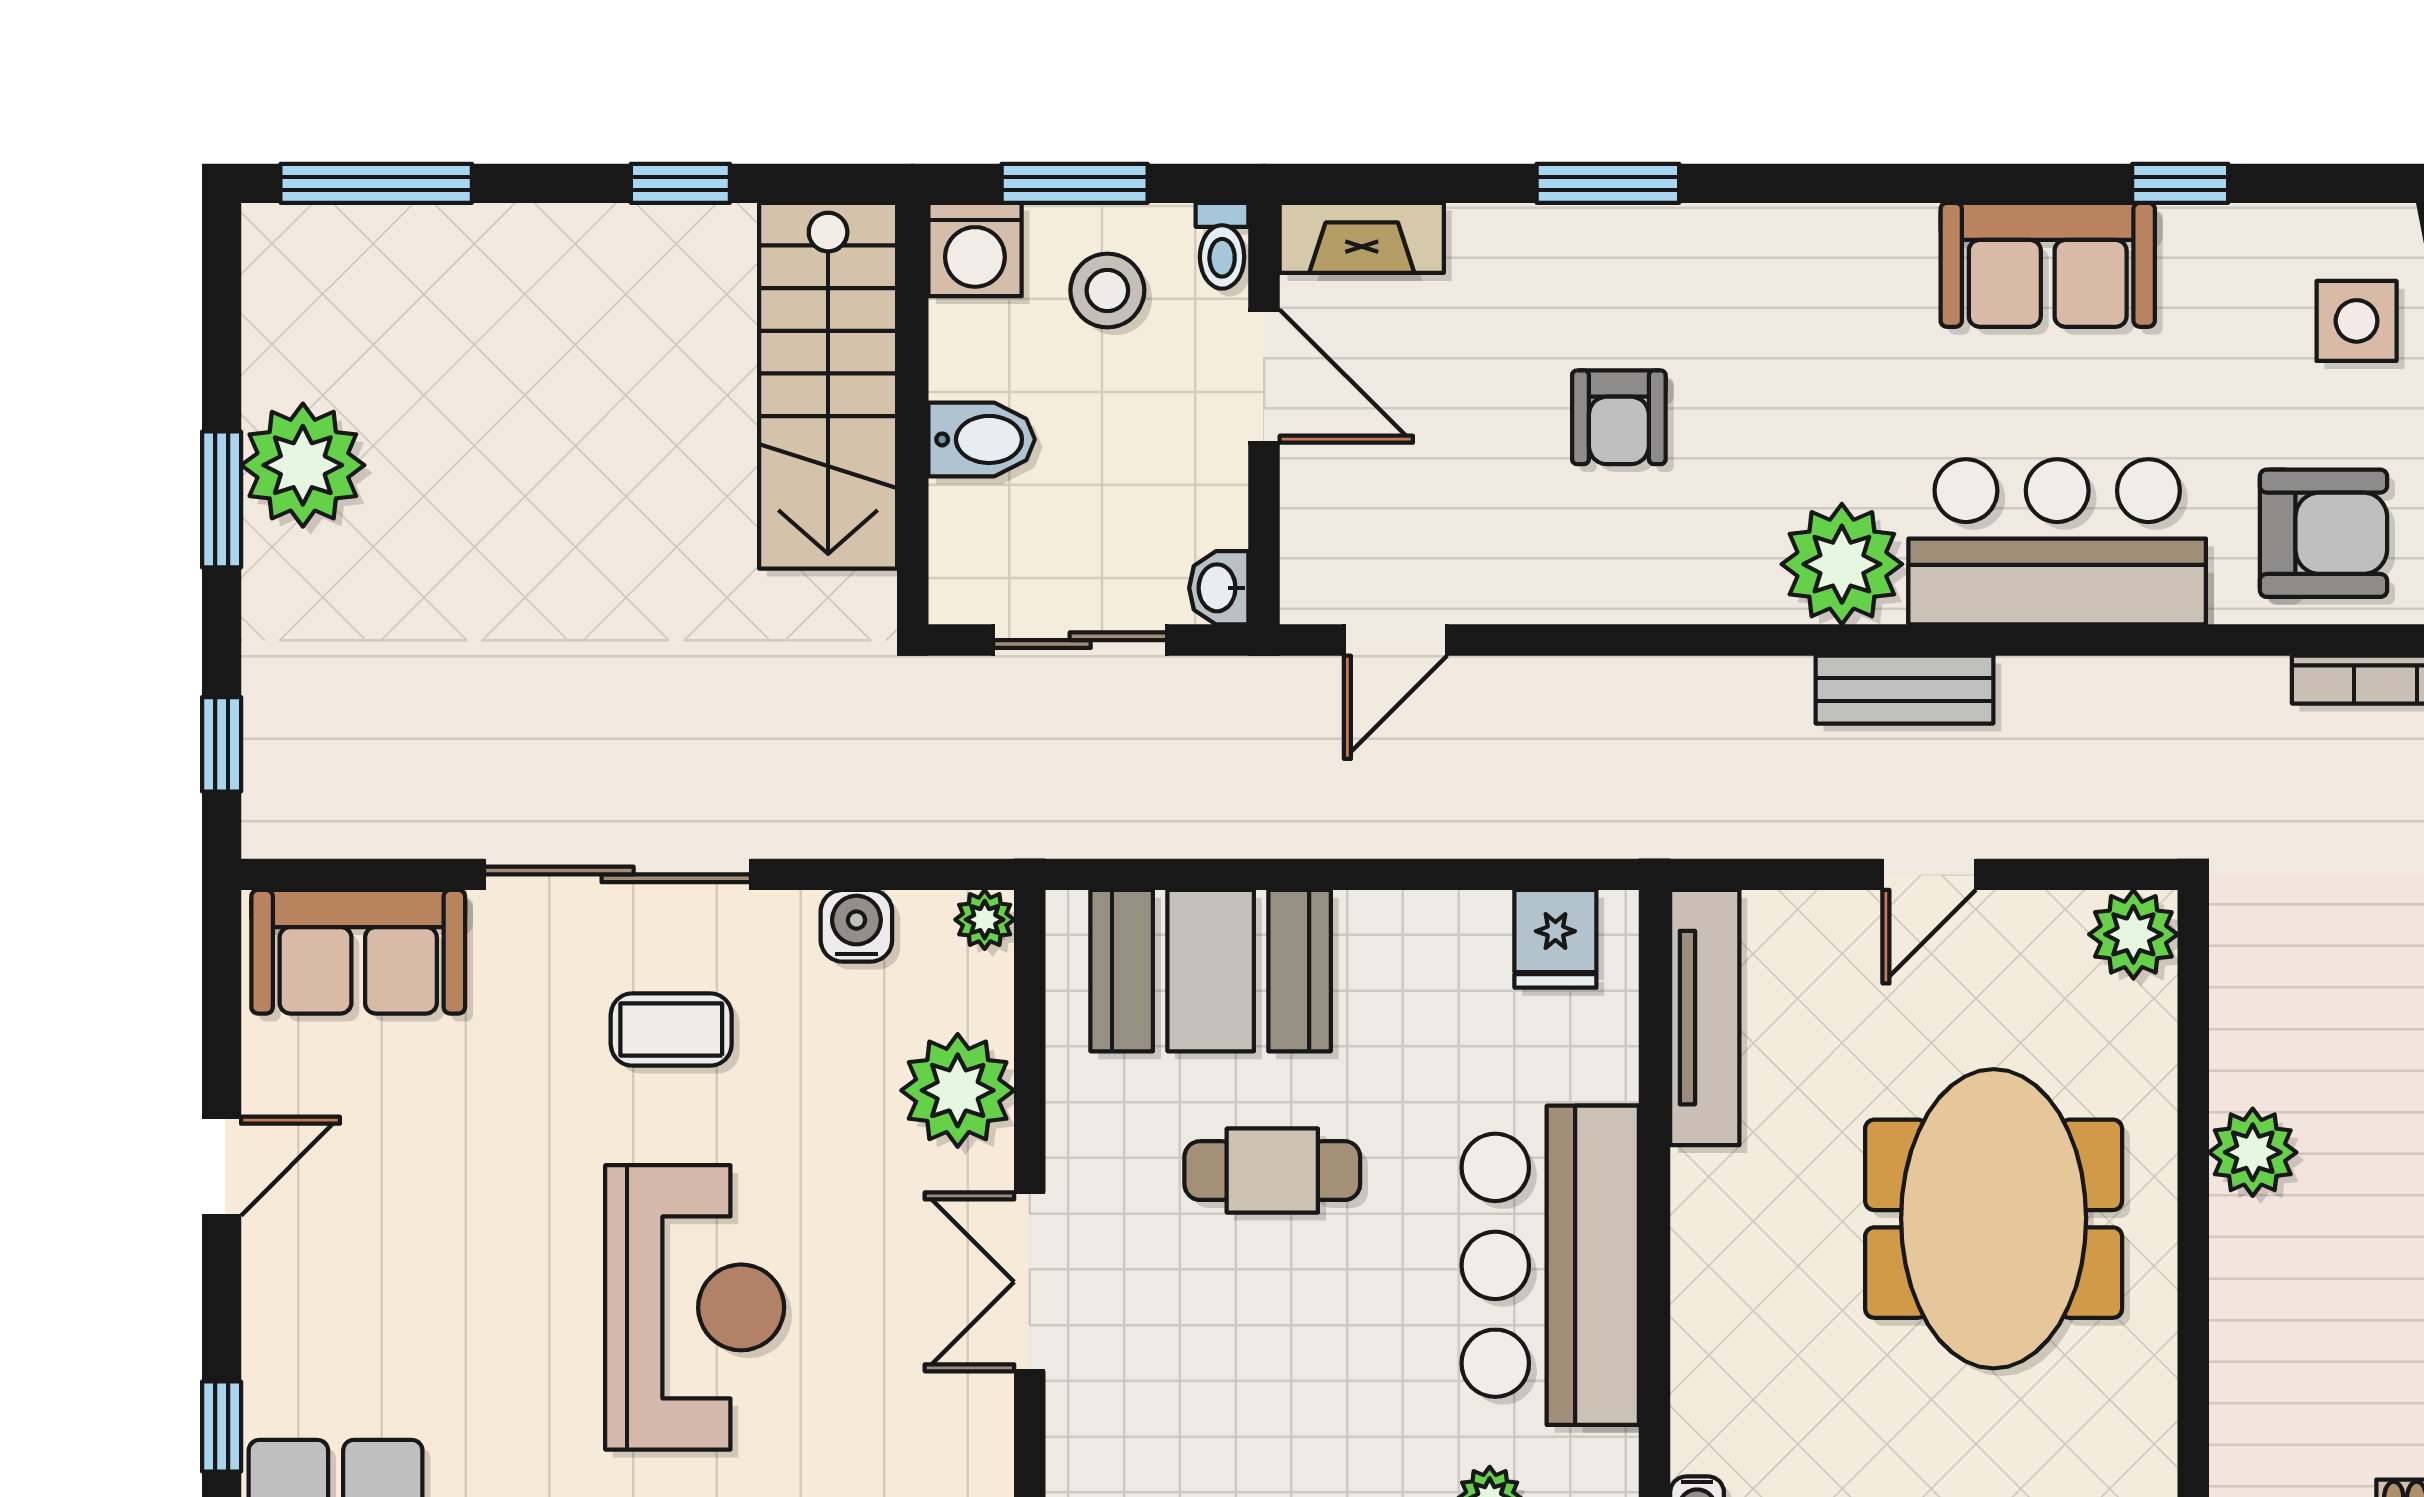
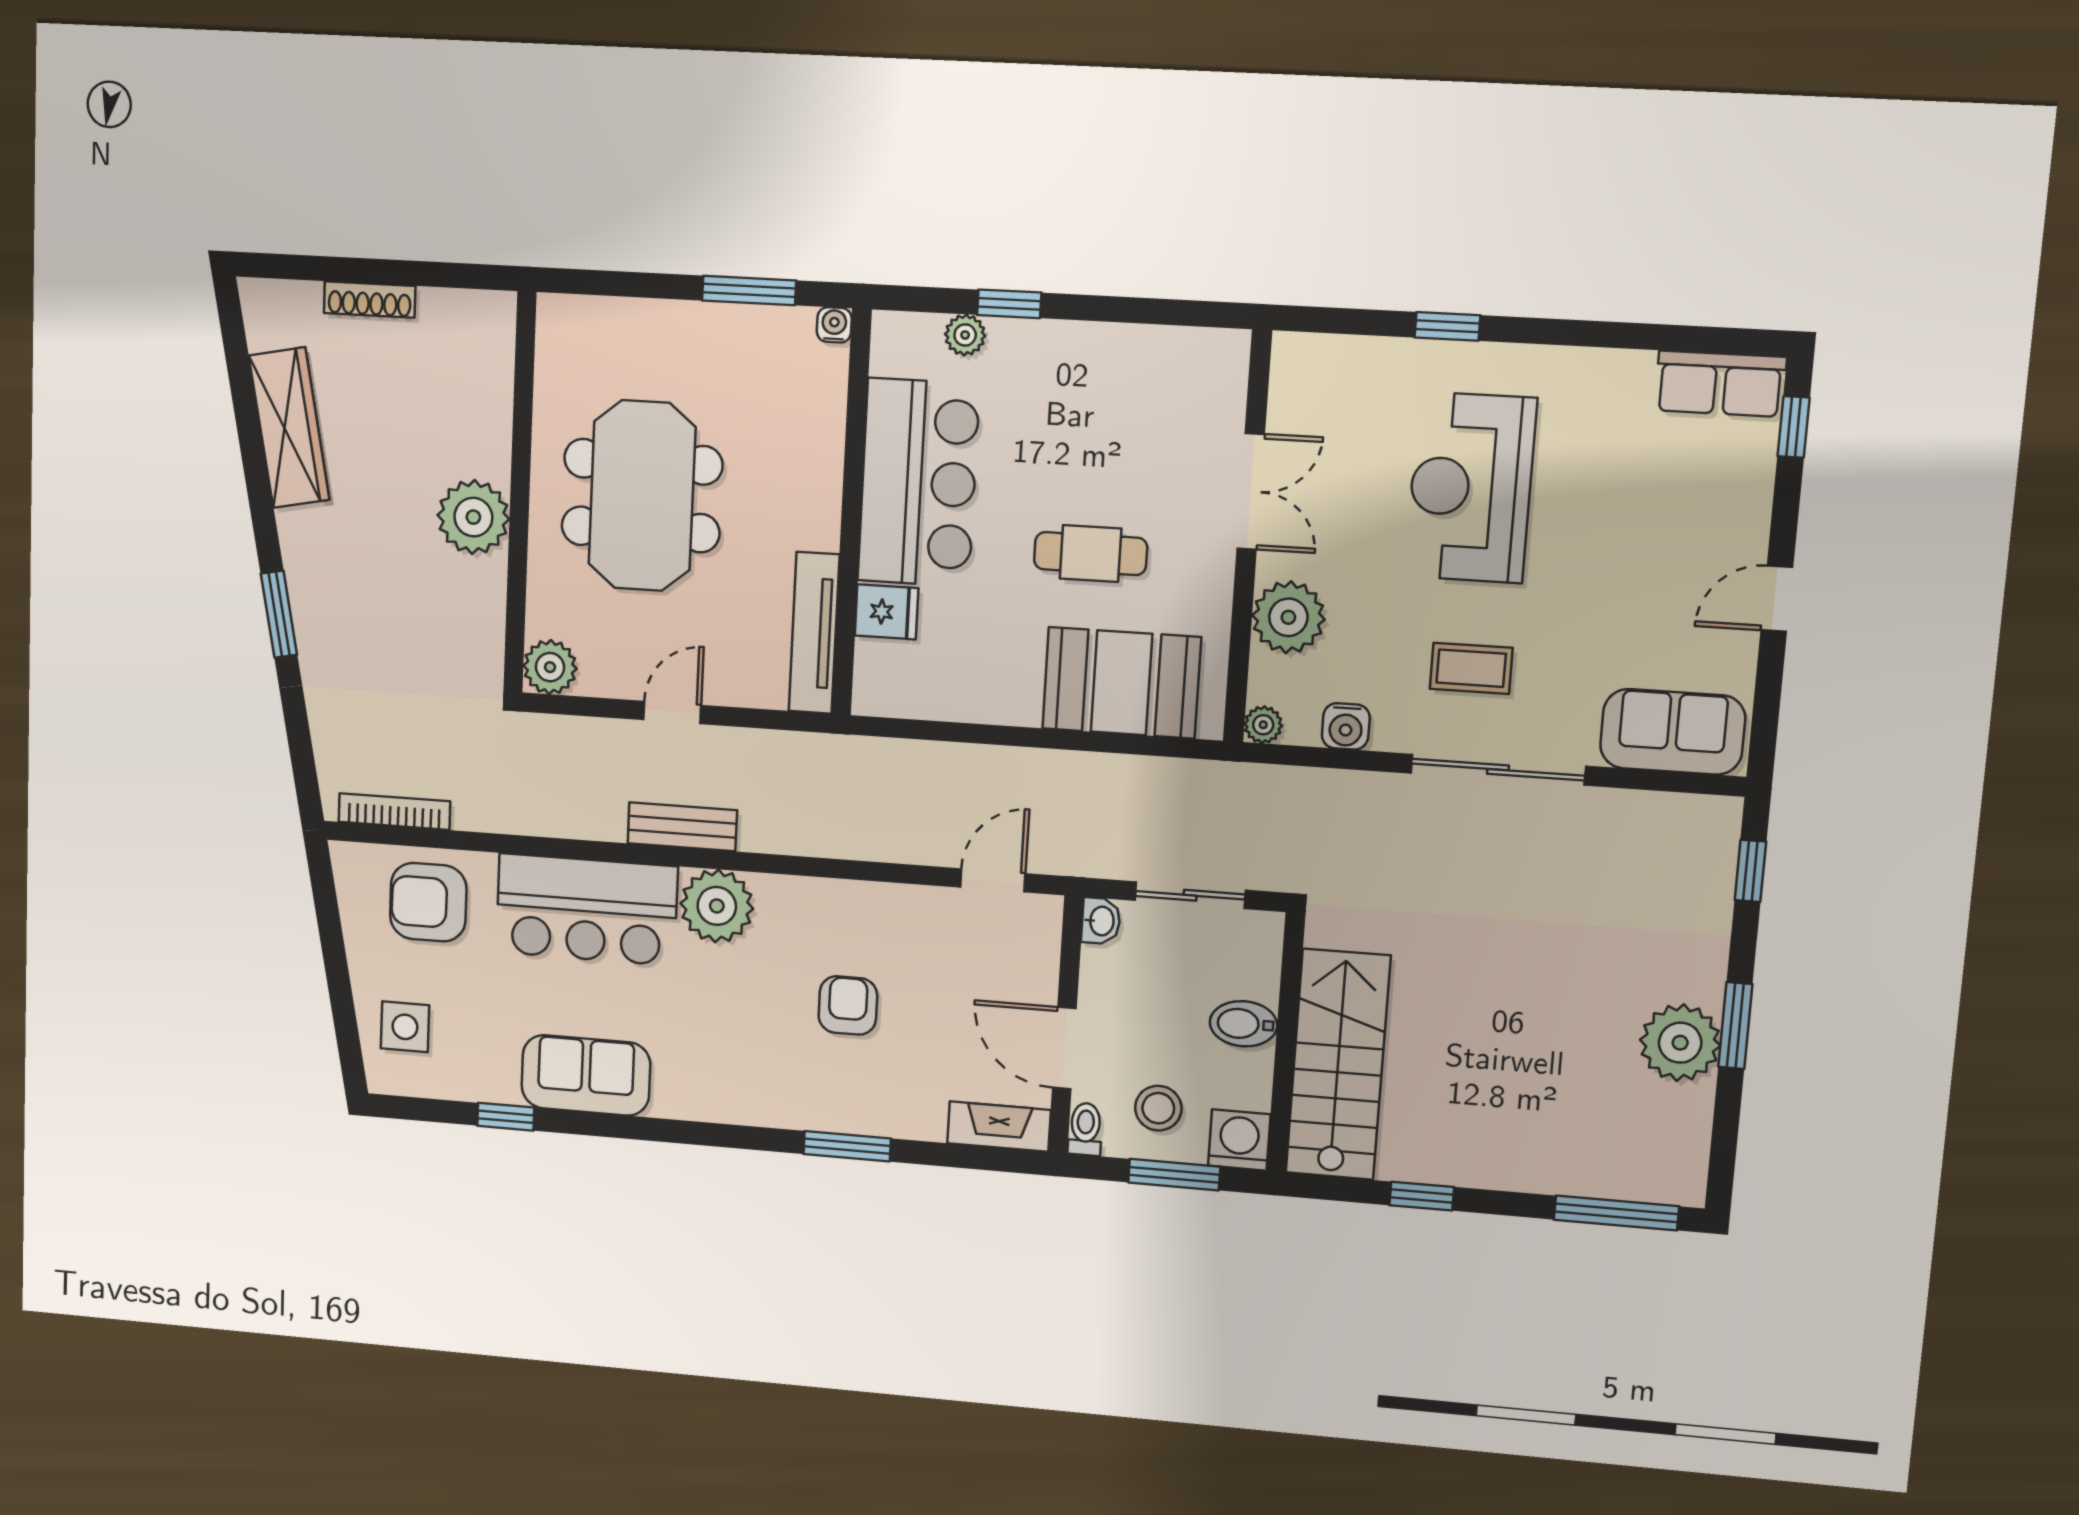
fridge: (1555, 939) -> (887, 612), moved, turned 90
plant: (2253, 1152) -> (473, 517), width x1.36, depth x1.36

